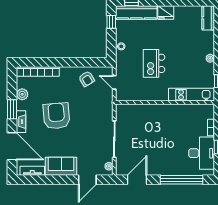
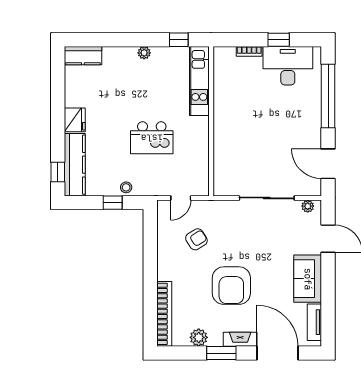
window: (111, 22) -> (113, 203), moved
armchair: (87, 79) -> (196, 239), moved
armchair: (56, 116) -> (231, 286), turned -85
door: (12, 146) -> (277, 353), hinge flipped

